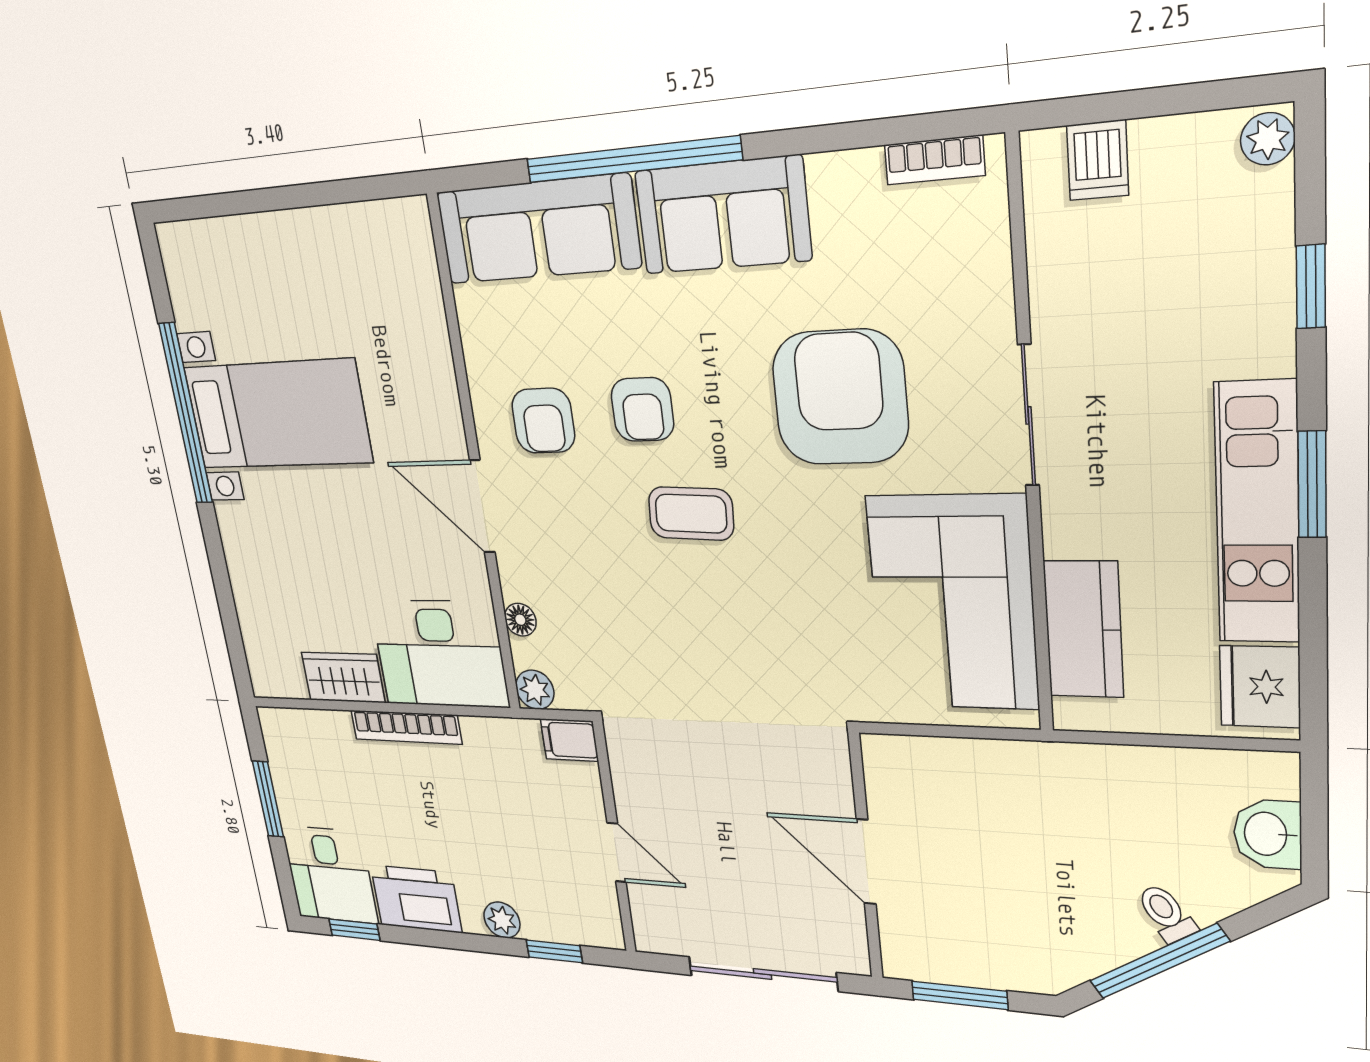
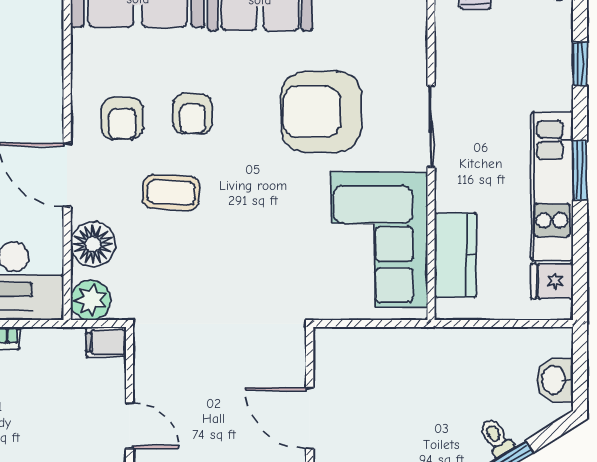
armchair: (840, 397) -> (321, 112), turned -90
coffee table: (691, 514) -> (171, 192), moved
floor lamp: (520, 620) -> (93, 244), width x1.89, depth x1.89
fridge: (1260, 687) -> (552, 281), width x0.72
plant: (535, 690) -> (90, 300), width x1.38, depth x1.38

